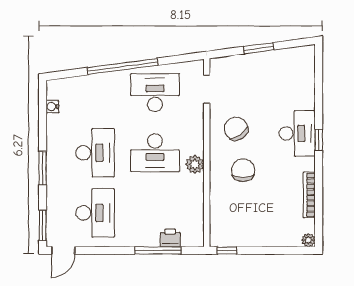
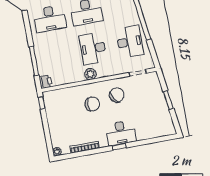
printer: (170, 238) -> (46, 82), moved

